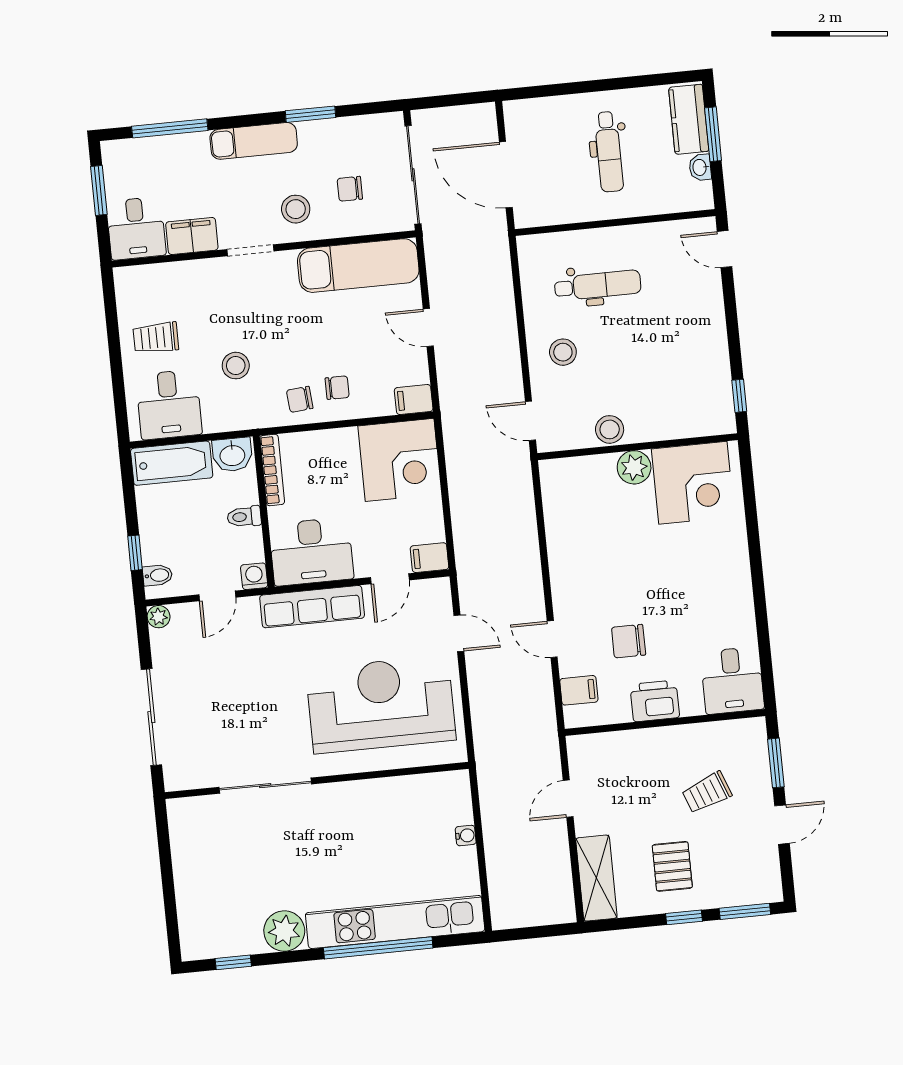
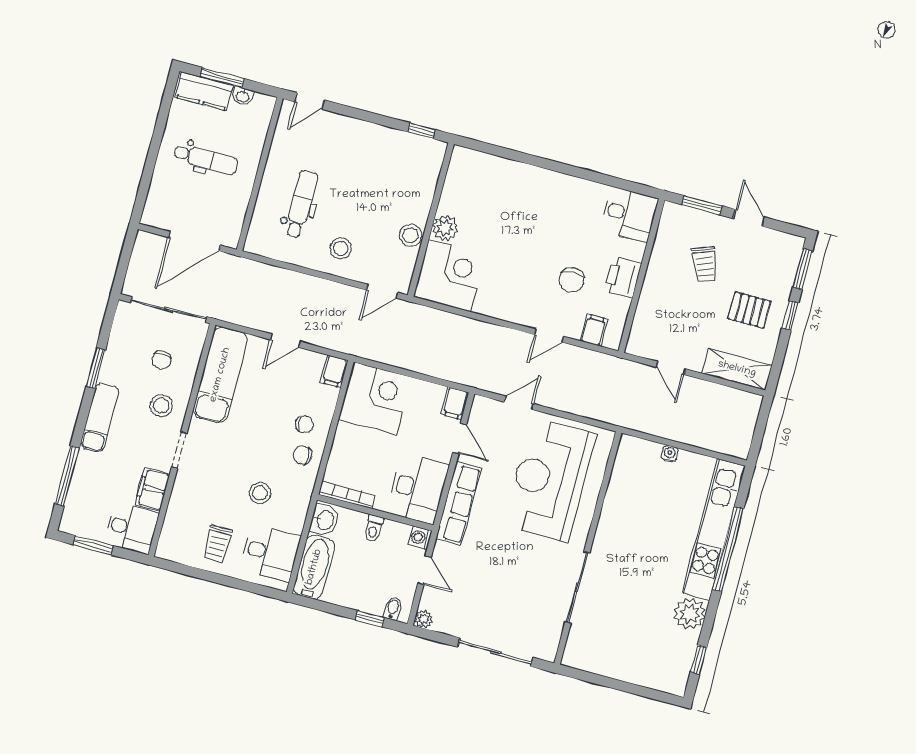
chair: (337, 388) -> (304, 424), turned 90
chair: (300, 399) -> (303, 455), turned 95
corner desk: (693, 483) -> (450, 276), moved

